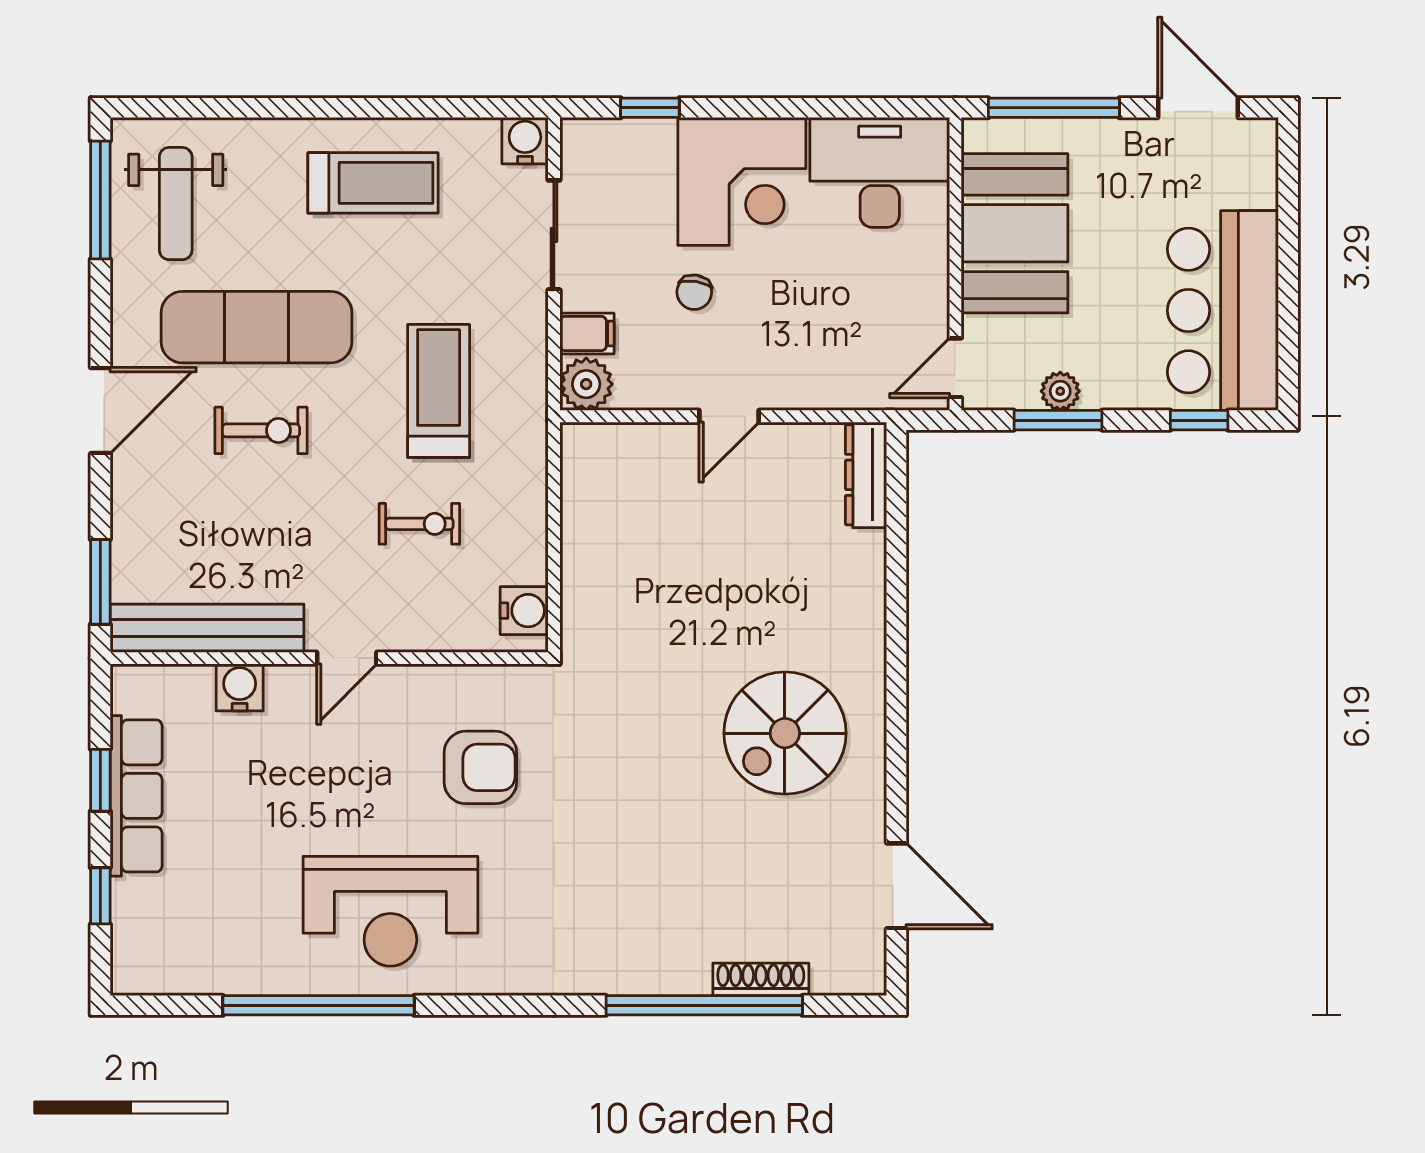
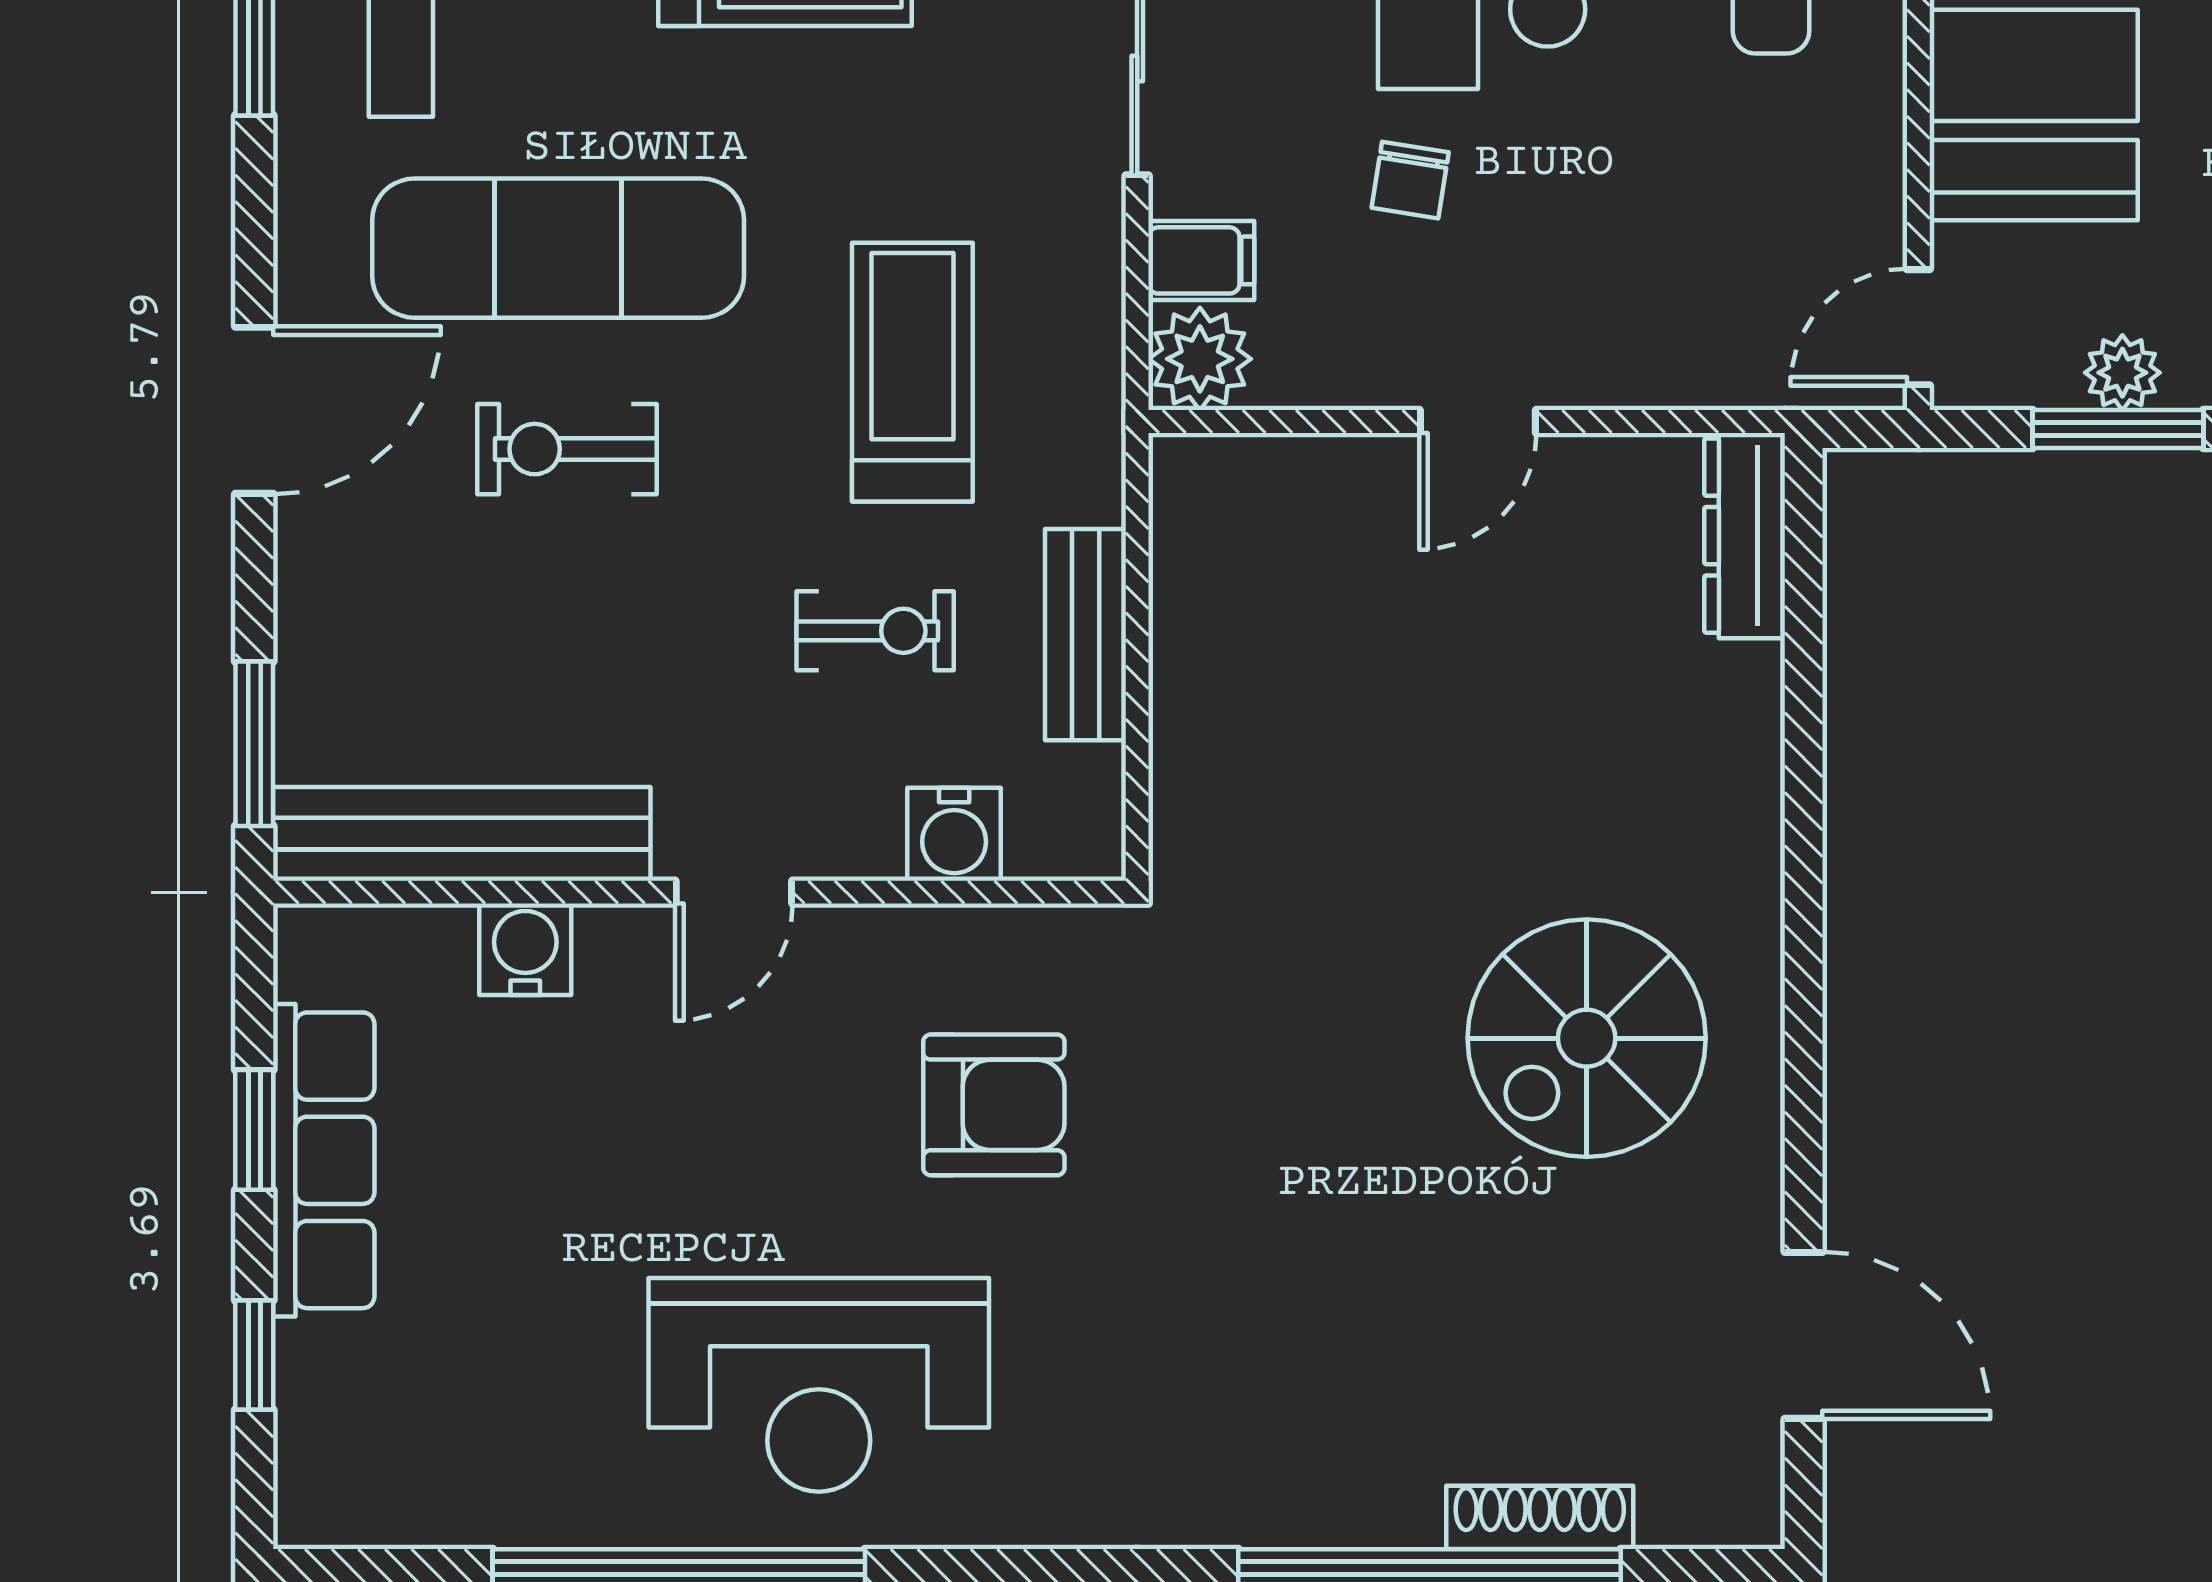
exercise bike: (261, 430) -> (567, 449), turned 180
bench: (527, 526) -> (1085, 635), added
water cooler: (524, 611) -> (954, 834), moved, turned 90

